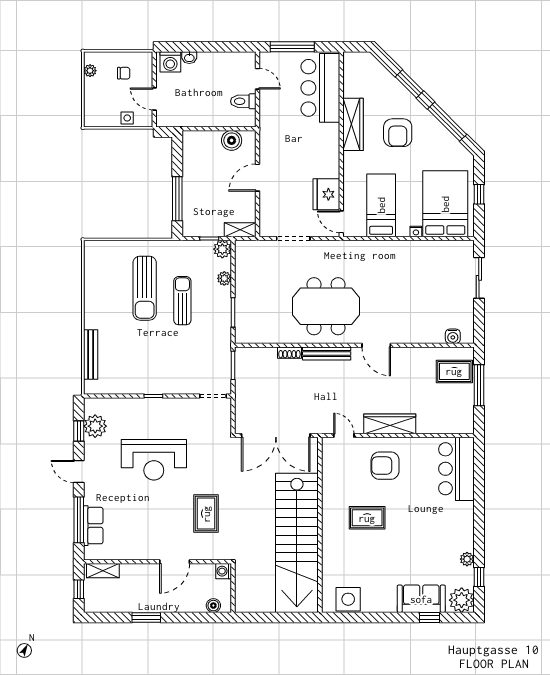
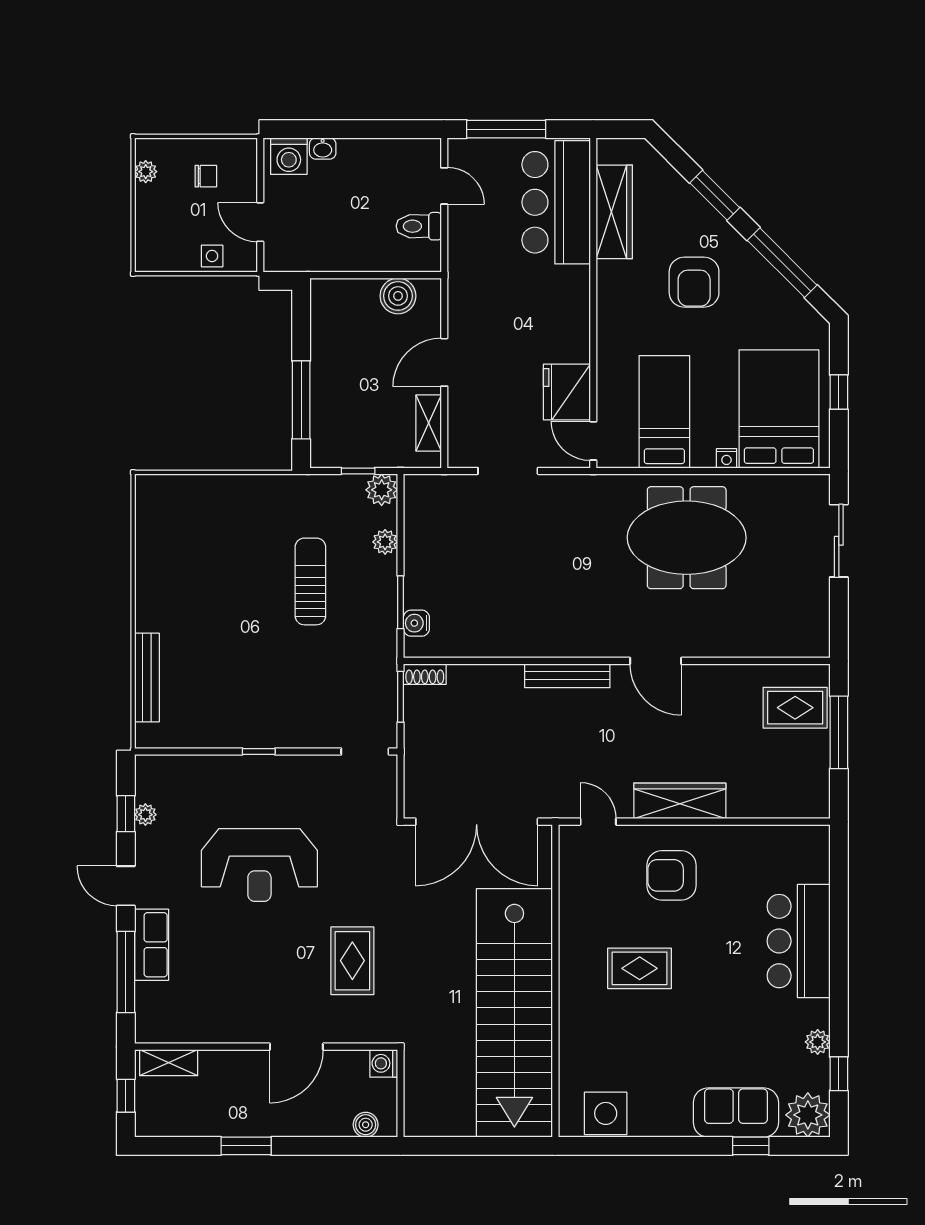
wardrobe: (353, 124) -> (614, 212), moved
shelving: (240, 230) -> (429, 423), moved, turned 90
sun lounger: (145, 288) -> (243, 559), removed
meeting table: (326, 306) -> (687, 538), moved
water cooler: (453, 336) -> (416, 623), moved, turned 90
shoe rack: (289, 353) -> (425, 674), moved
plant: (95, 426) -> (145, 815), width x0.53, depth x0.53
bar counter: (456, 469) -> (799, 941), moved
row of seats: (93, 526) -> (152, 945), moved

